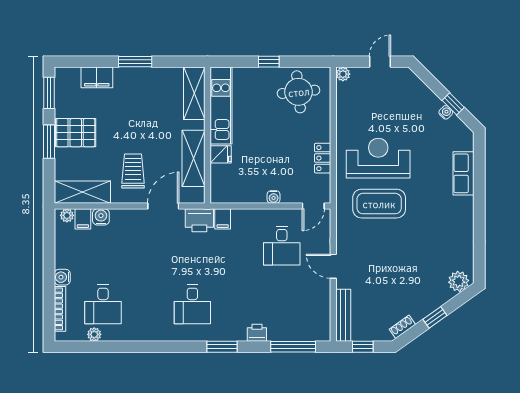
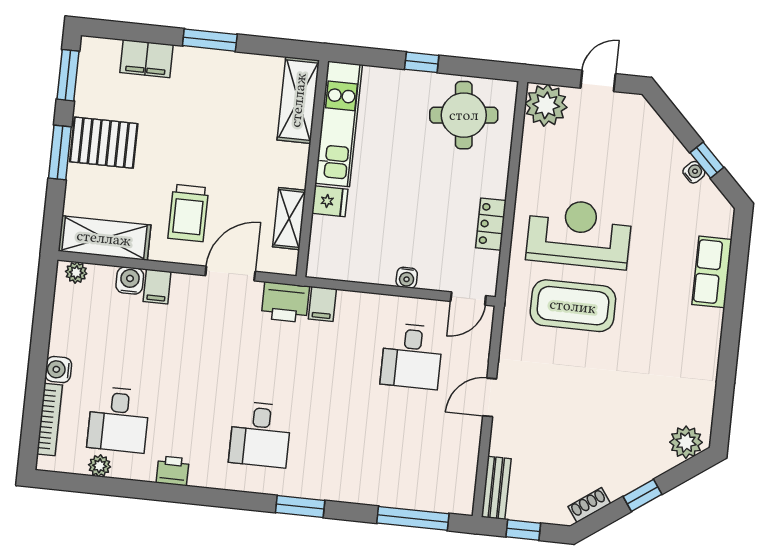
plant: (343, 74) -> (546, 105), width x1.87, depth x1.87
shelving: (194, 158) -> (289, 219), width x0.67, depth x0.75
trolley: (133, 171) -> (188, 213), turned 180
filing cabinet: (83, 219) -> (157, 287), moved
door: (333, 266) -> (490, 397), hinge flipped
bench: (343, 315) -> (496, 488), width x0.73
printer: (257, 333) -> (173, 471), moved

